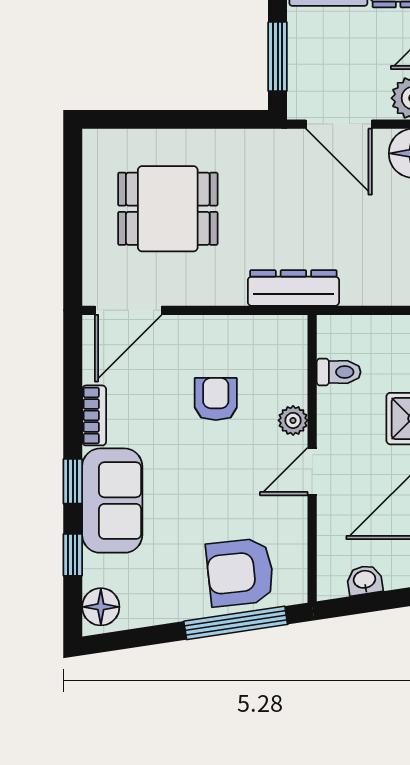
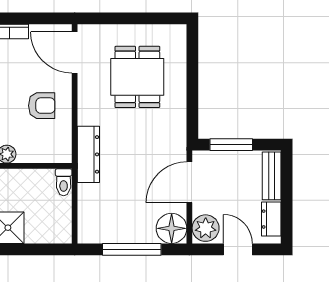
toilet: (339, 372) -> (64, 182), moved
armchair: (216, 399) -> (42, 106), moved

